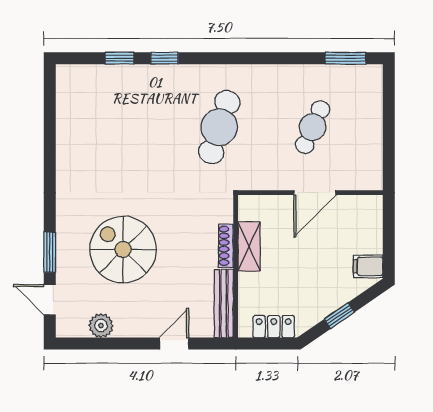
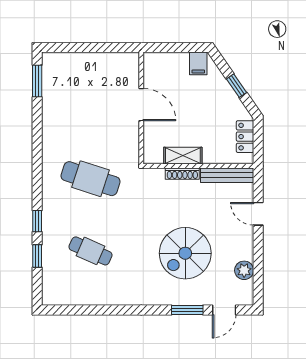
cafe table: (313, 127) -> (90, 251), moved

